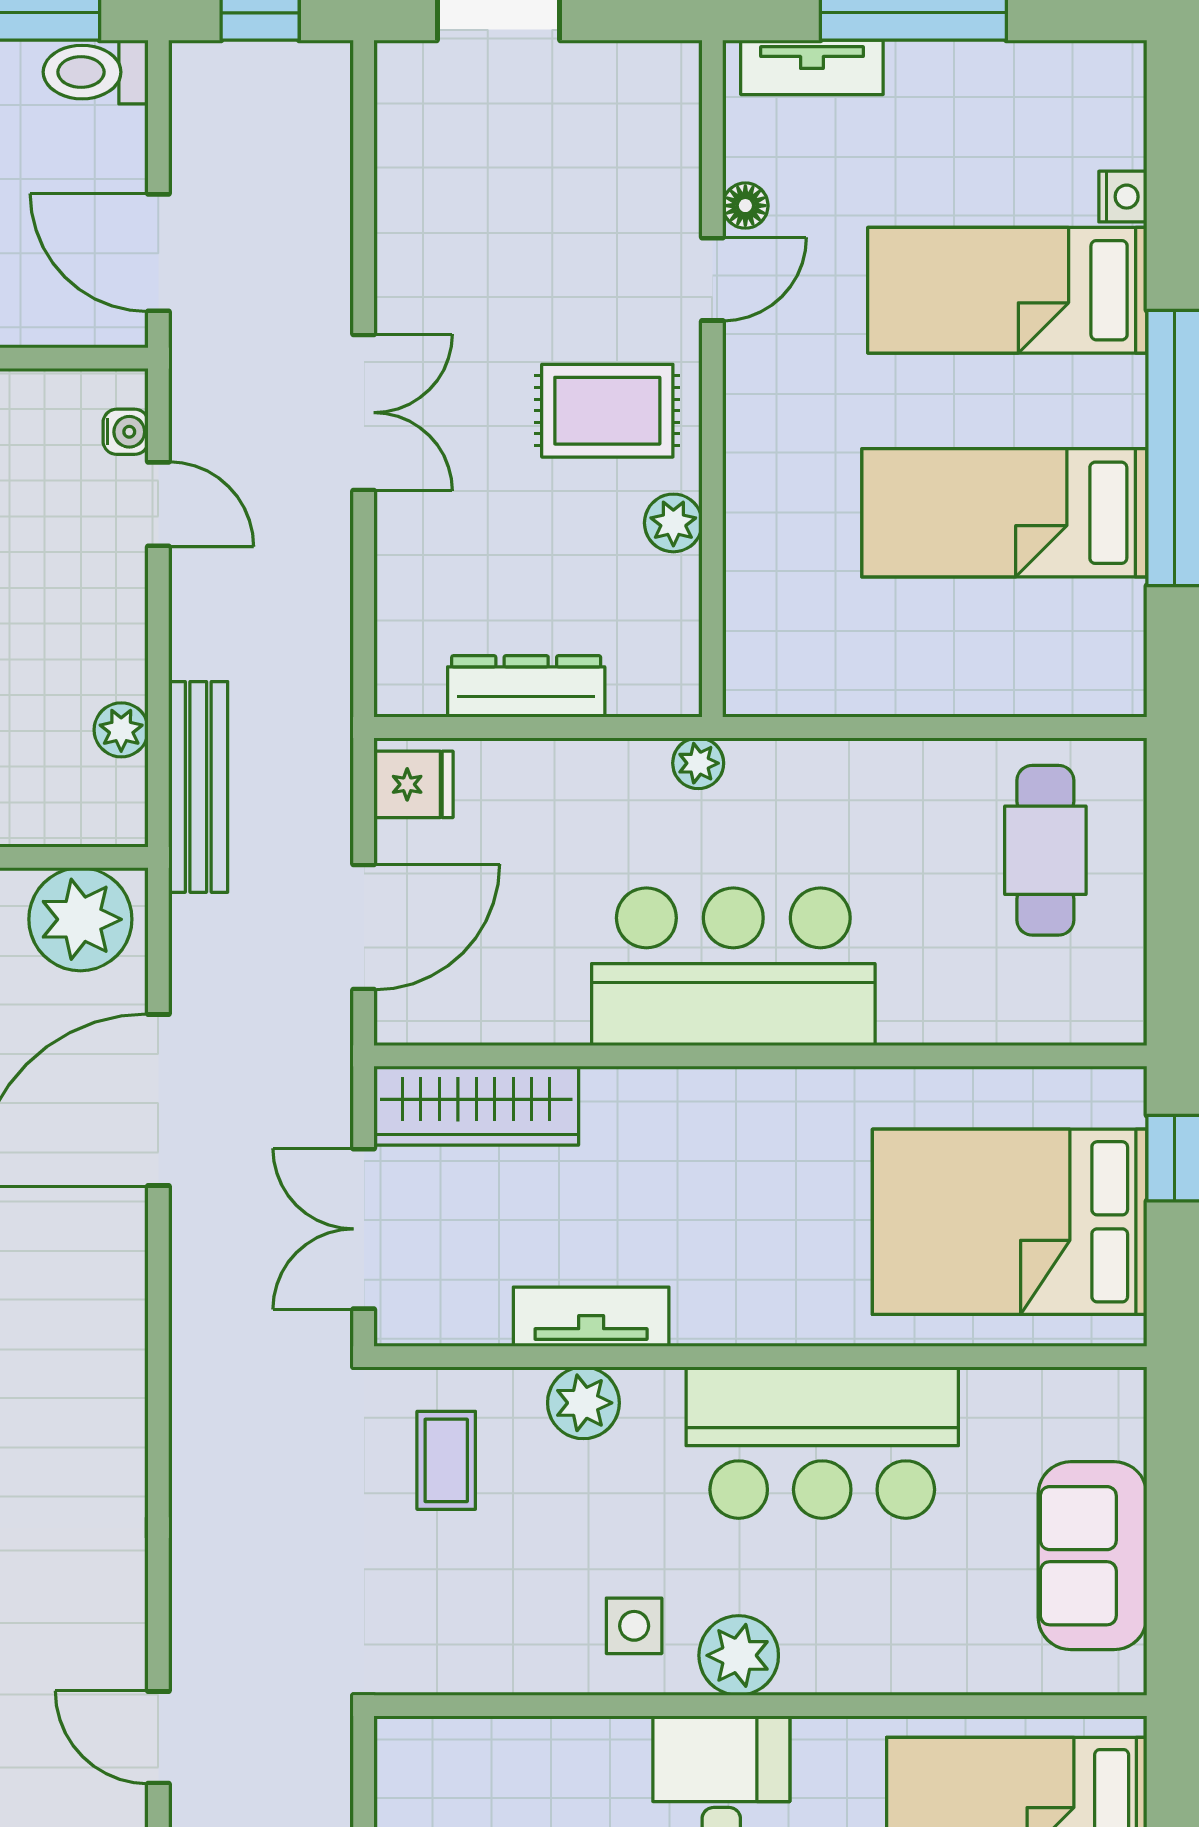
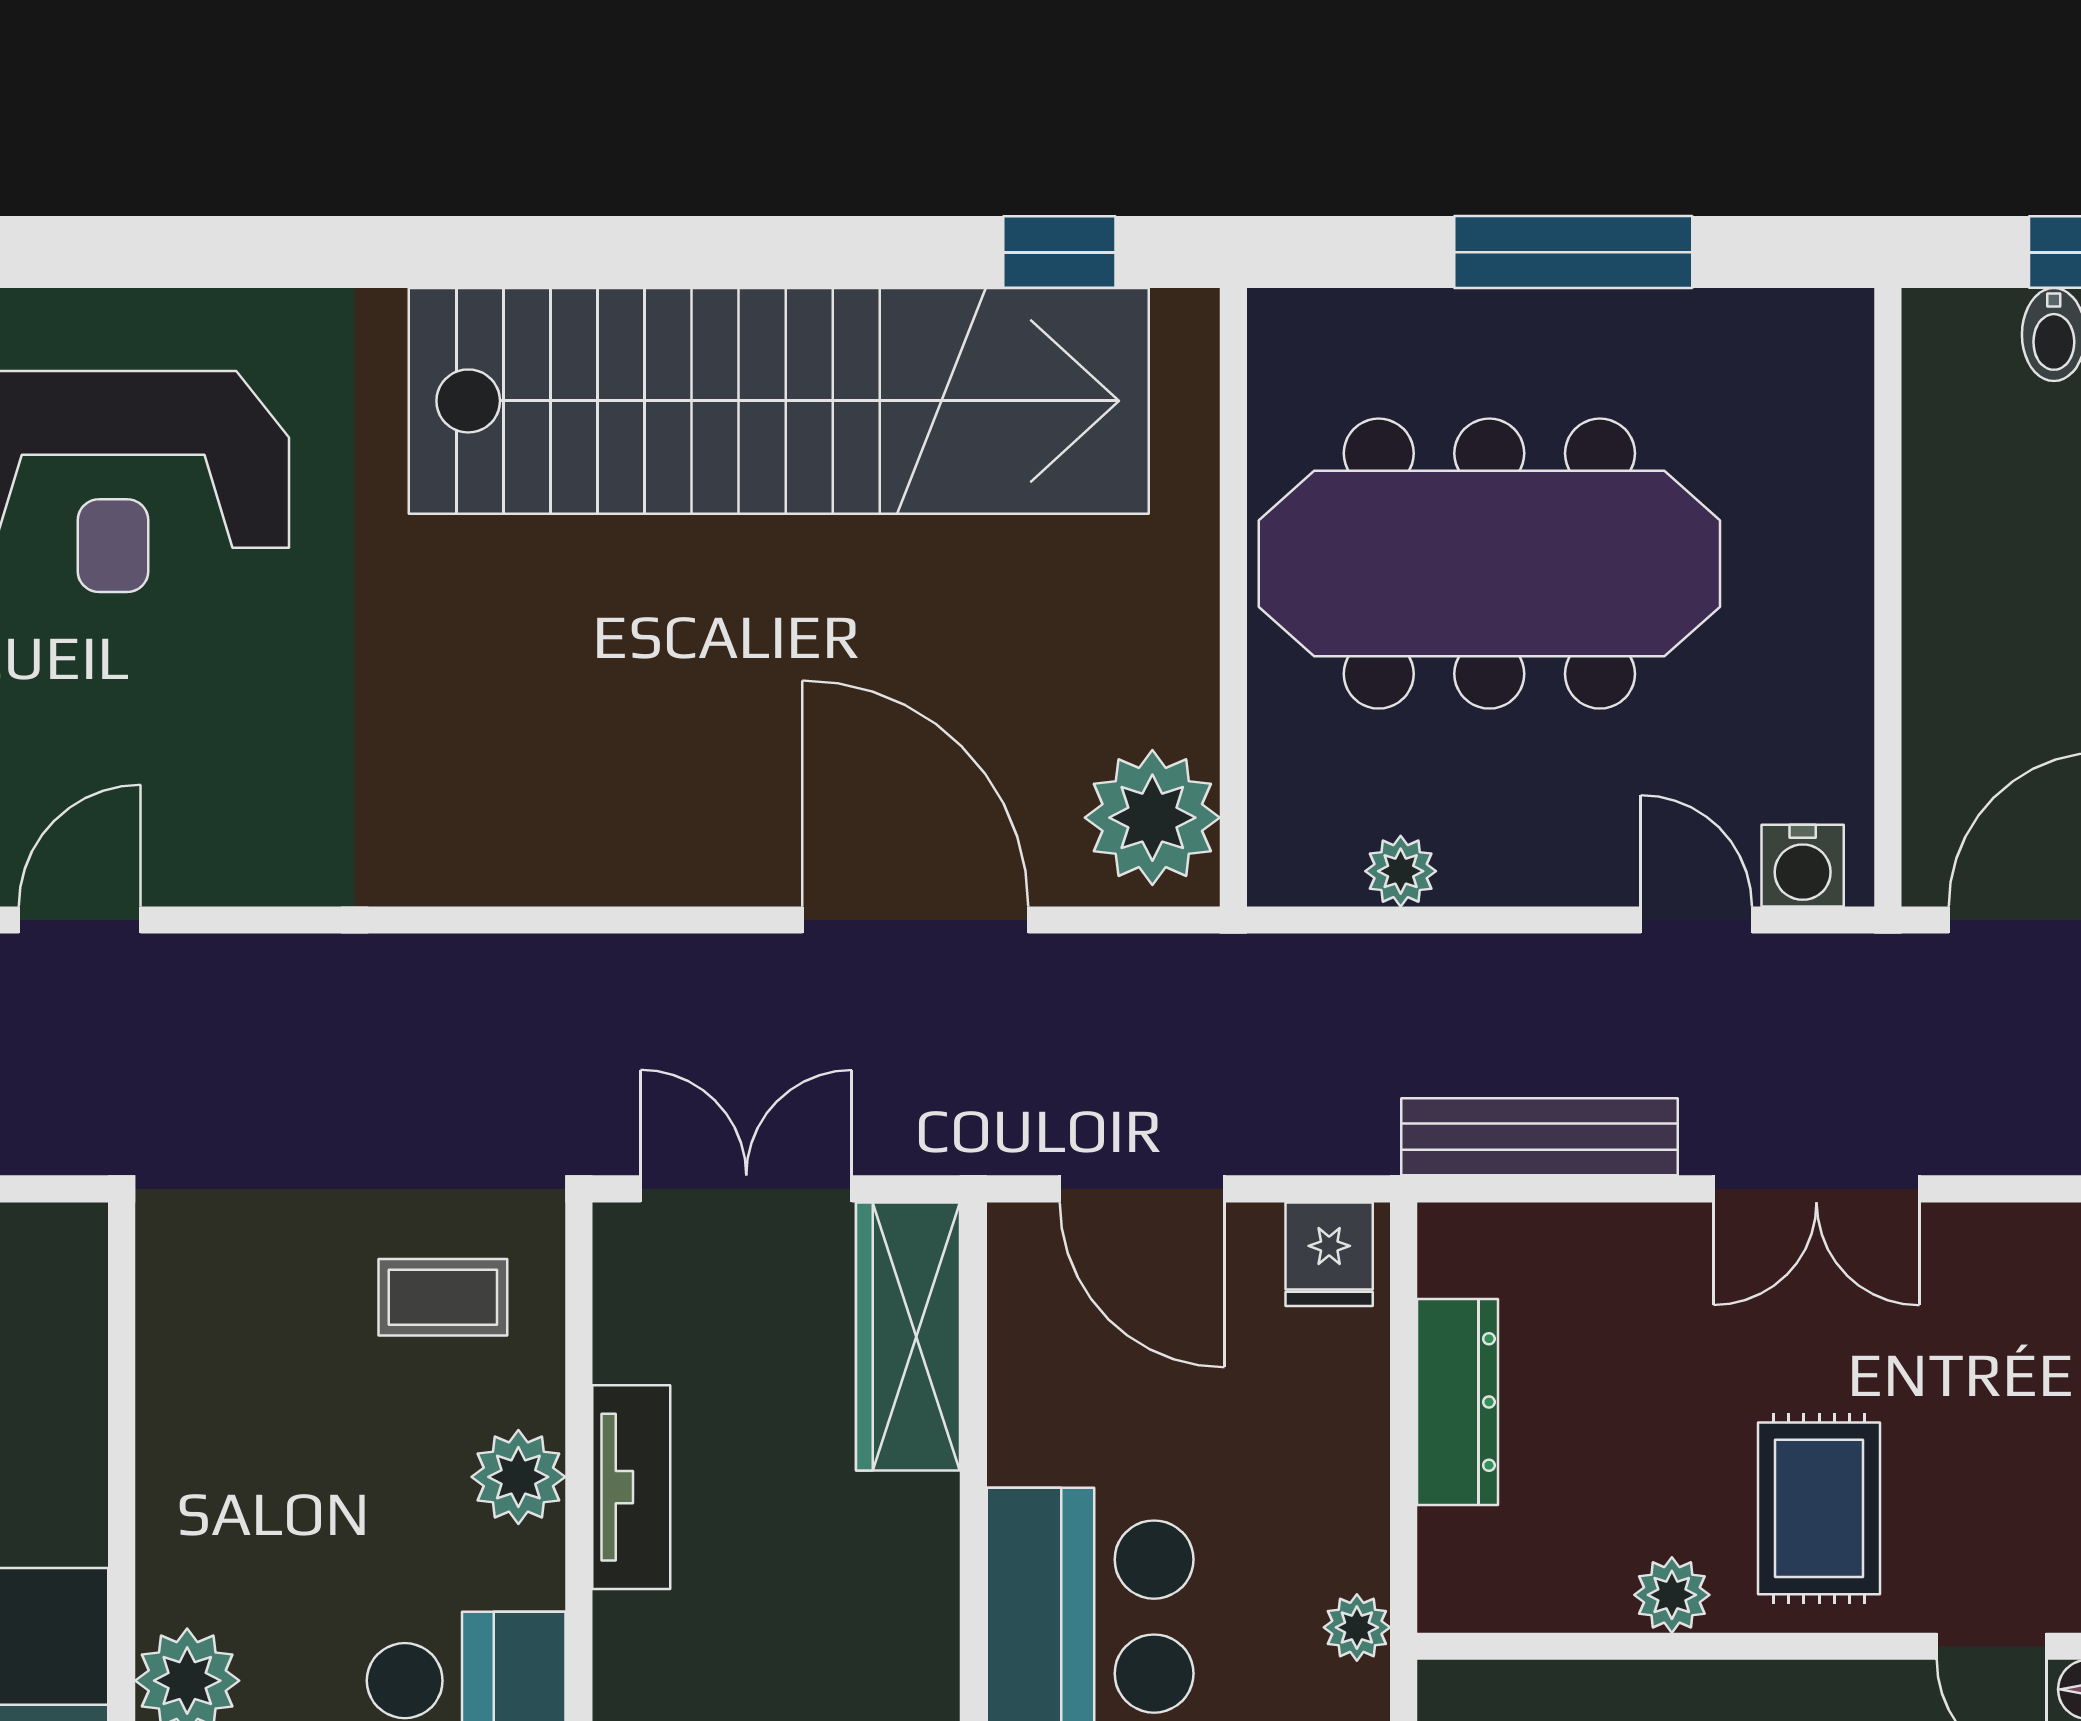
water cooler: (126, 432) -> (1803, 866), width x1.38, depth x1.38
door: (158, 504) -> (1696, 920), swing flipped
bench: (198, 787) -> (1540, 1137), moved
side table: (634, 1626) -> (226, 1543), removed

